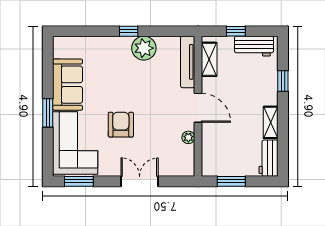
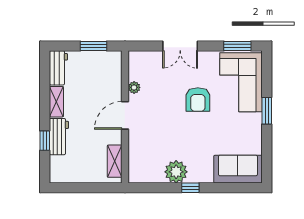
window: (236, 31) -> (89, 188), removed
workbench: (254, 46) -> (59, 137), moved, turned 90
tv unit: (188, 62) -> (135, 159), removed
sofa: (68, 85) -> (238, 169), moved, turned 90
door: (198, 108) -> (125, 115), hinge flipped

